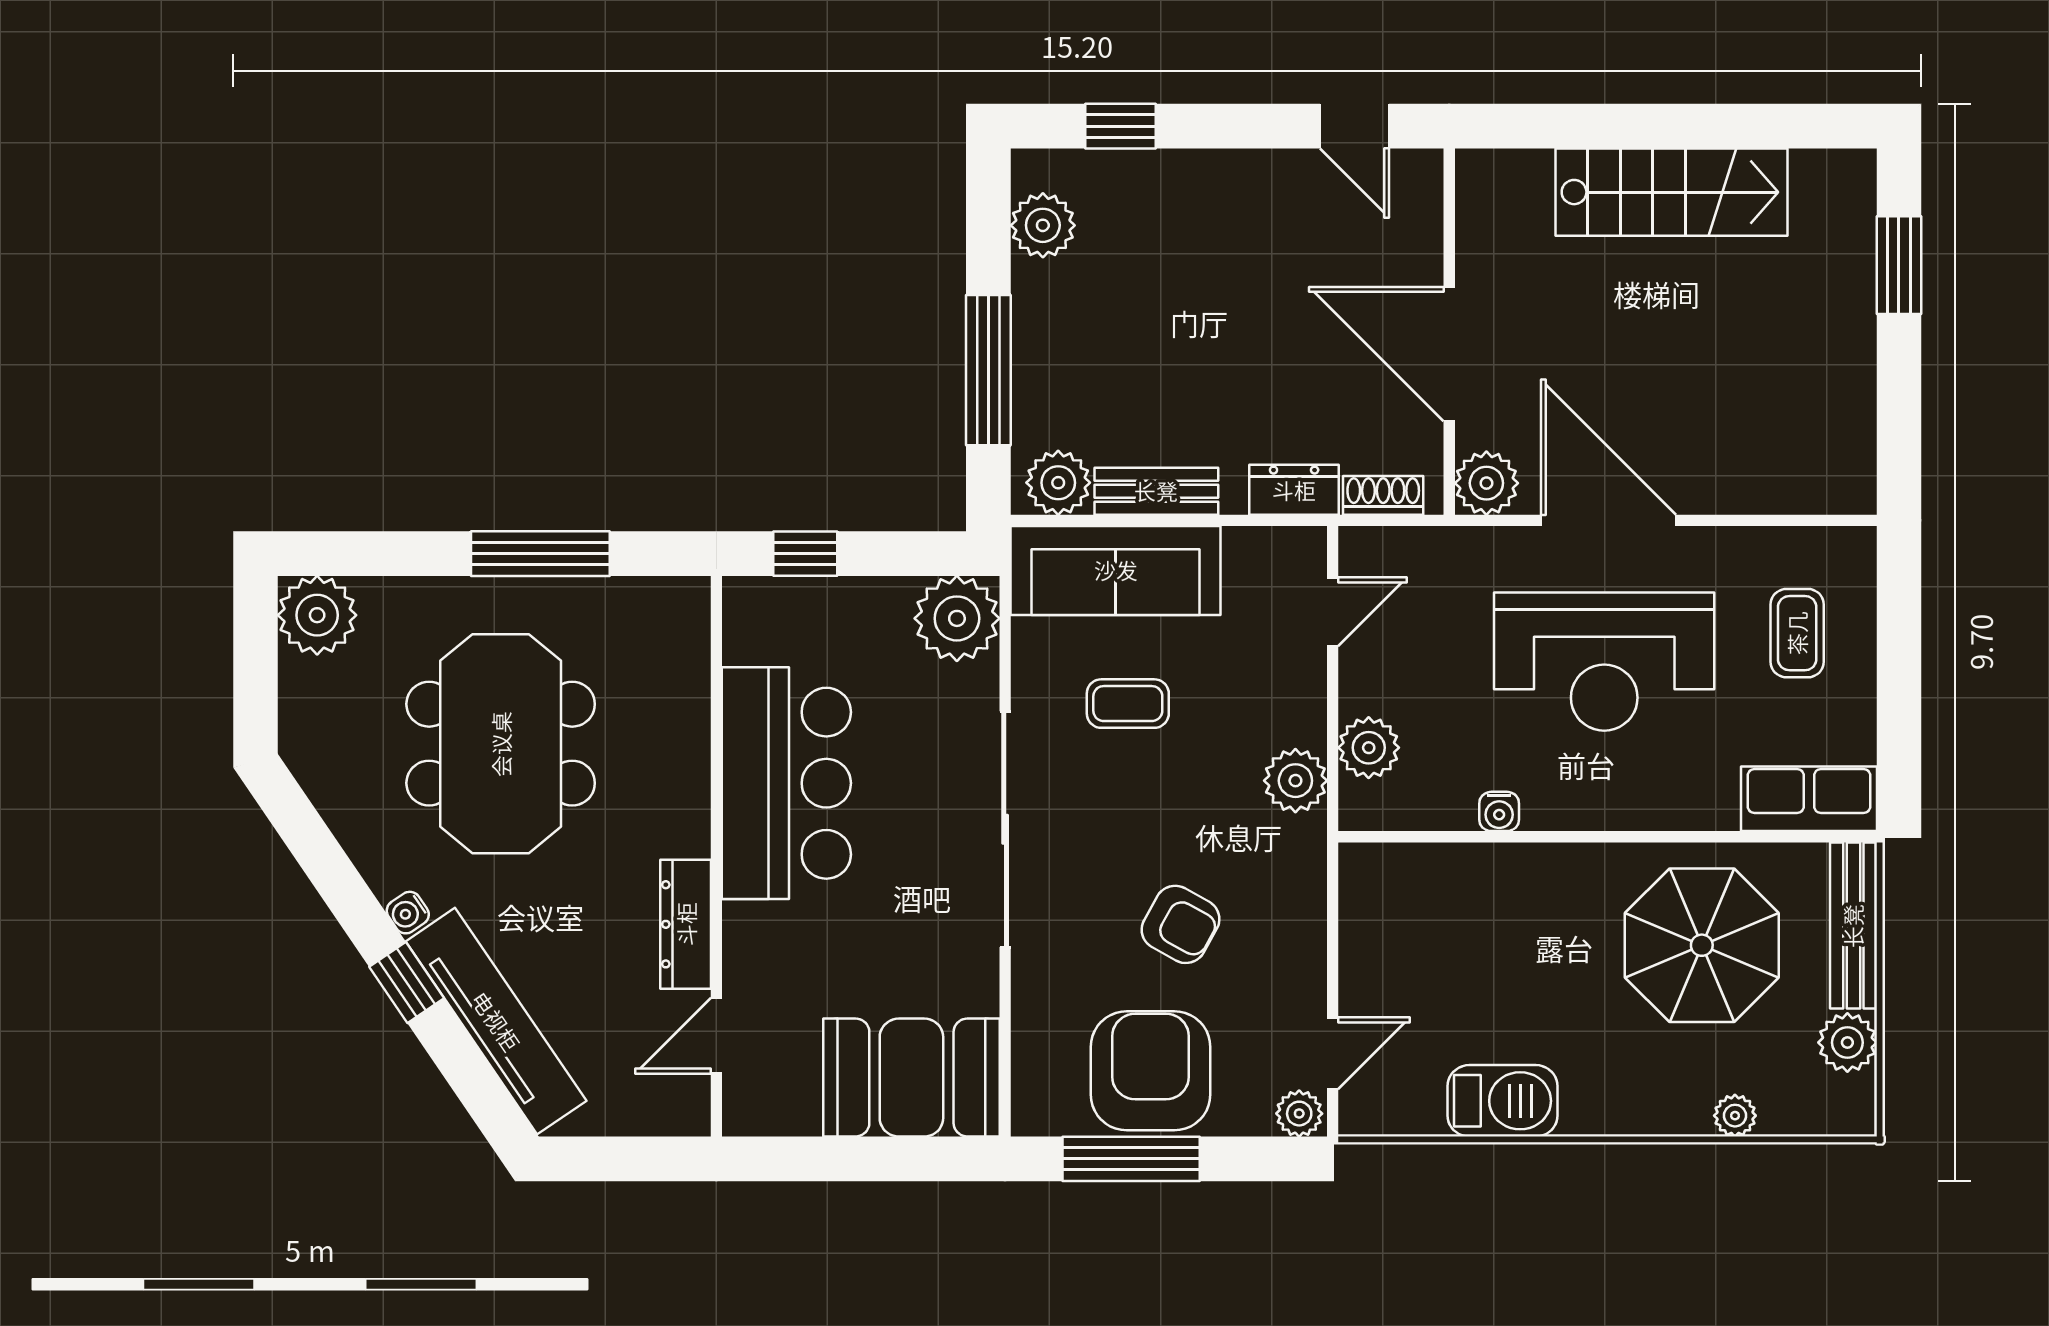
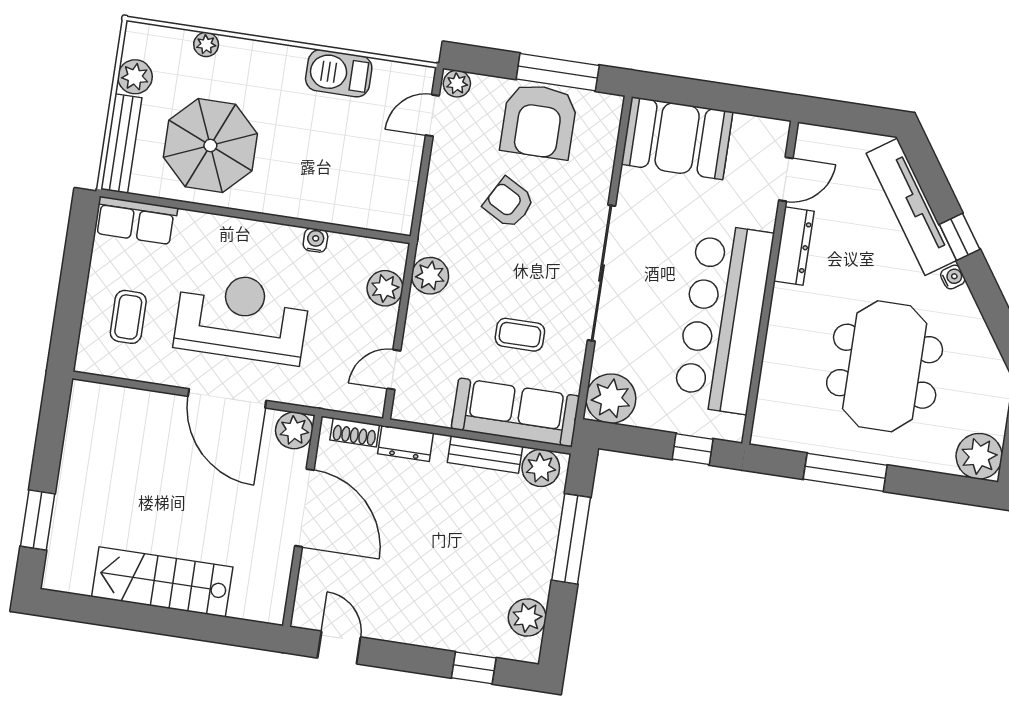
bar counter: (786, 783) -> (723, 319), width x1.36

